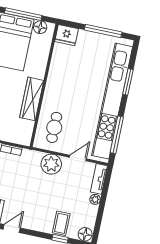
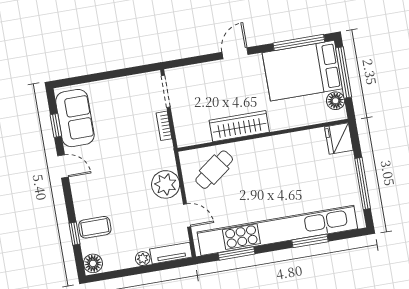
cafe table: (54, 127) -> (214, 170), turned -37
window: (117, 135) -> (236, 254), width x0.69

